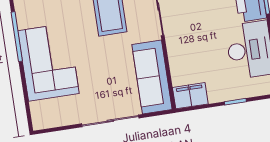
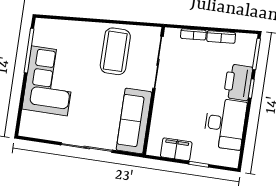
filing cabinet: (190, 96) -> (176, 149), moved

